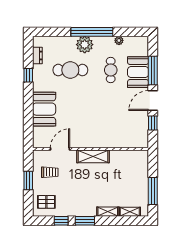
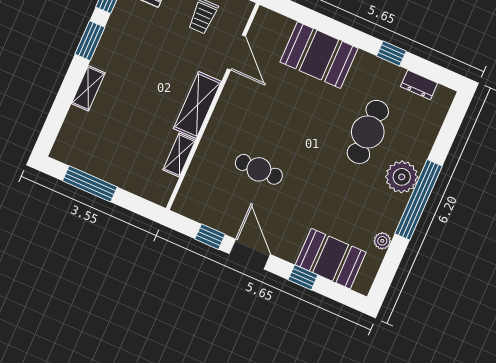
cafe table: (111, 70) -> (259, 169), moved
window: (153, 70) -> (303, 277), width x0.46
booth: (138, 72) -> (331, 259), moved
shelving: (130, 212) -> (179, 155), moved

